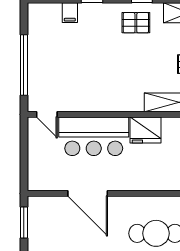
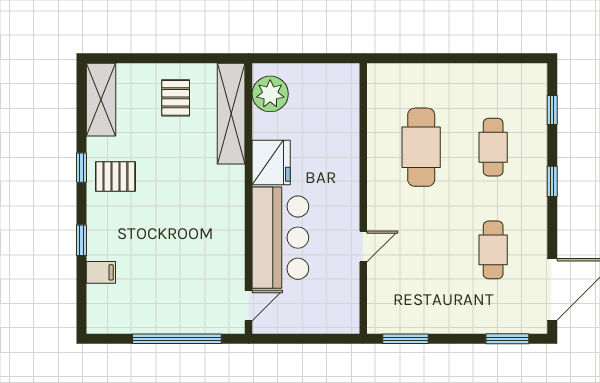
pallet: (136, 23) -> (115, 176), turned 90
door: (88, 193) -> (363, 246), width x0.53

